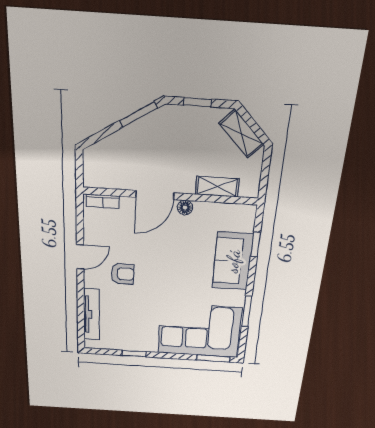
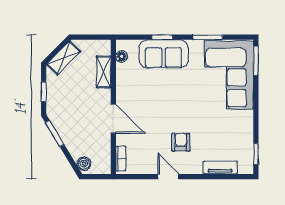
boiler: (96, 153) -> (84, 164), added
floor lamp: (185, 208) -> (122, 56), moved
window: (255, 244) -> (162, 37), moved
tv unit: (91, 315) -> (220, 167), width x0.71
window: (134, 354) -> (256, 154), moved

